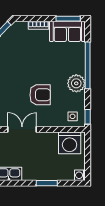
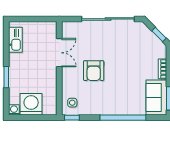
plant: (76, 83) -> (105, 106), removed
washing machine: (70, 143) -> (31, 104), moved, turned 90

